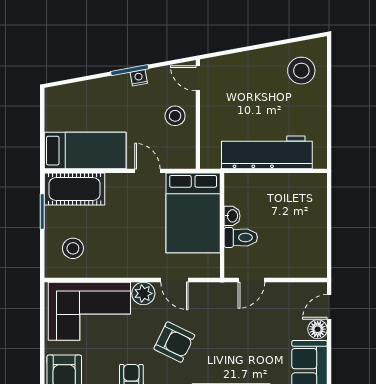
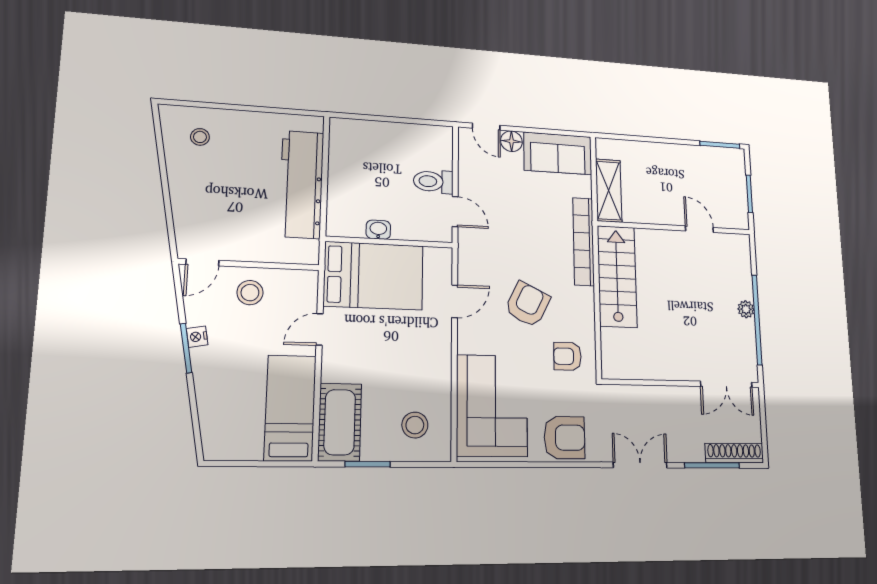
stool: (301, 71) -> (200, 137), width x0.53, depth x0.53
toilet: (241, 237) -> (433, 182), moved, turned -90
plant: (143, 293) -> (471, 339), removed

